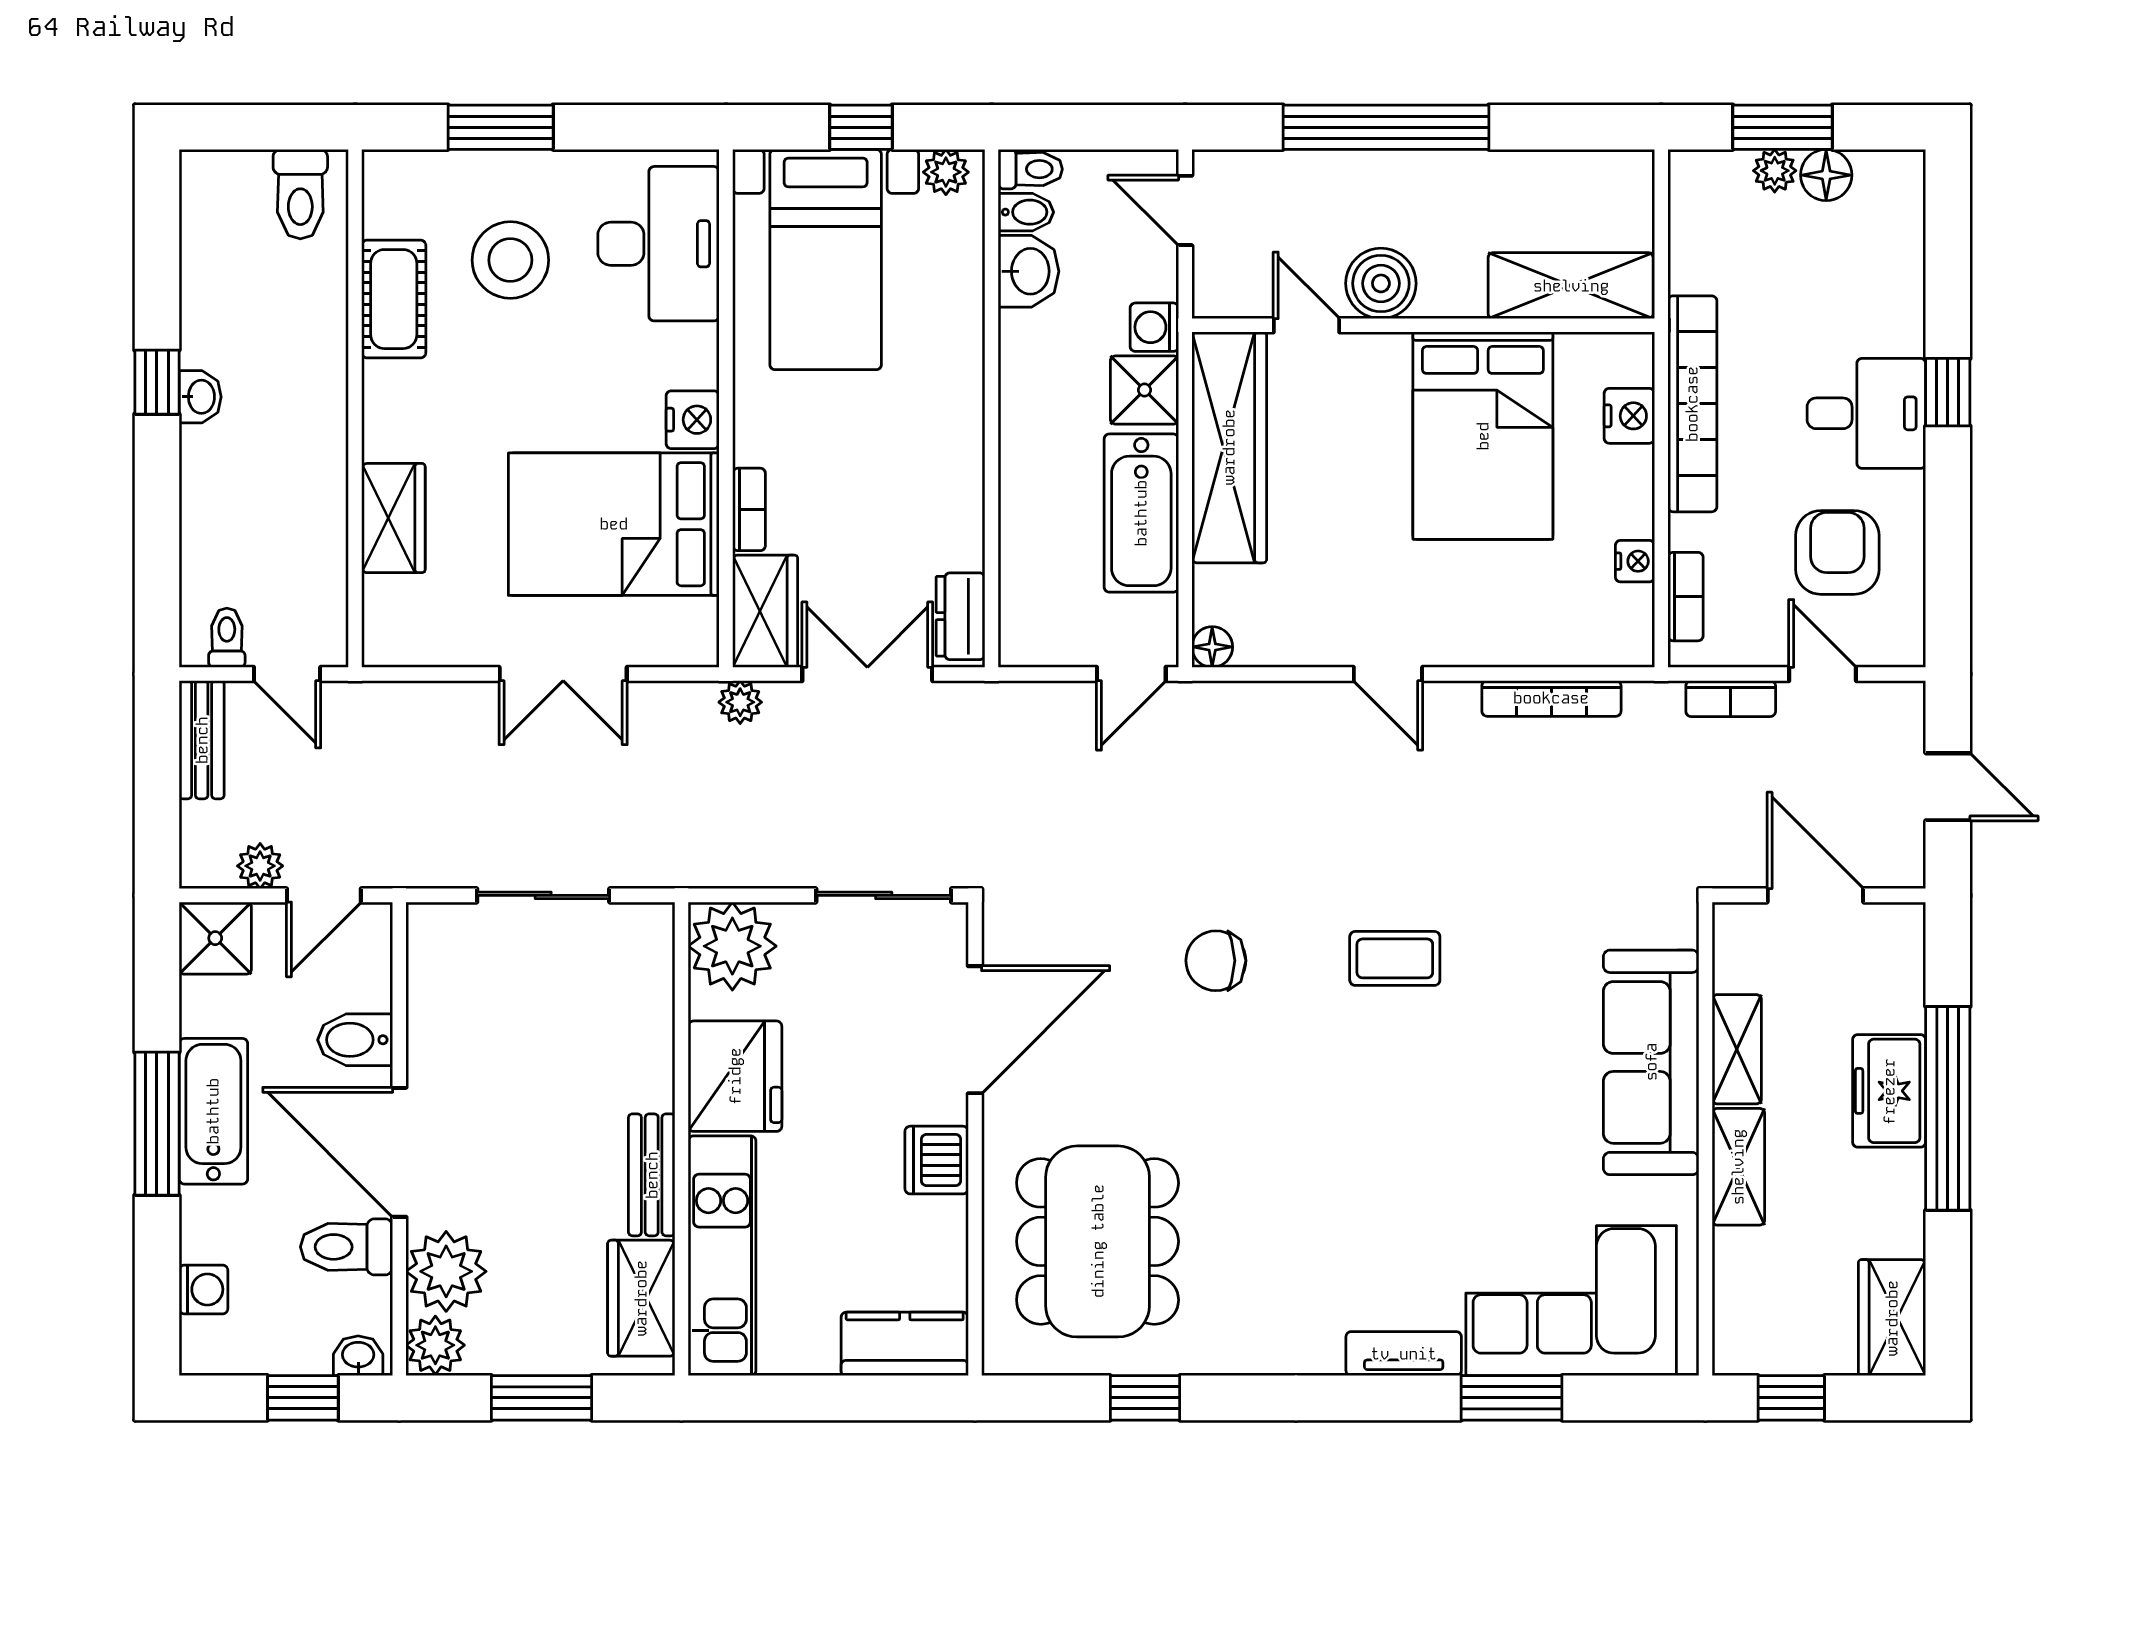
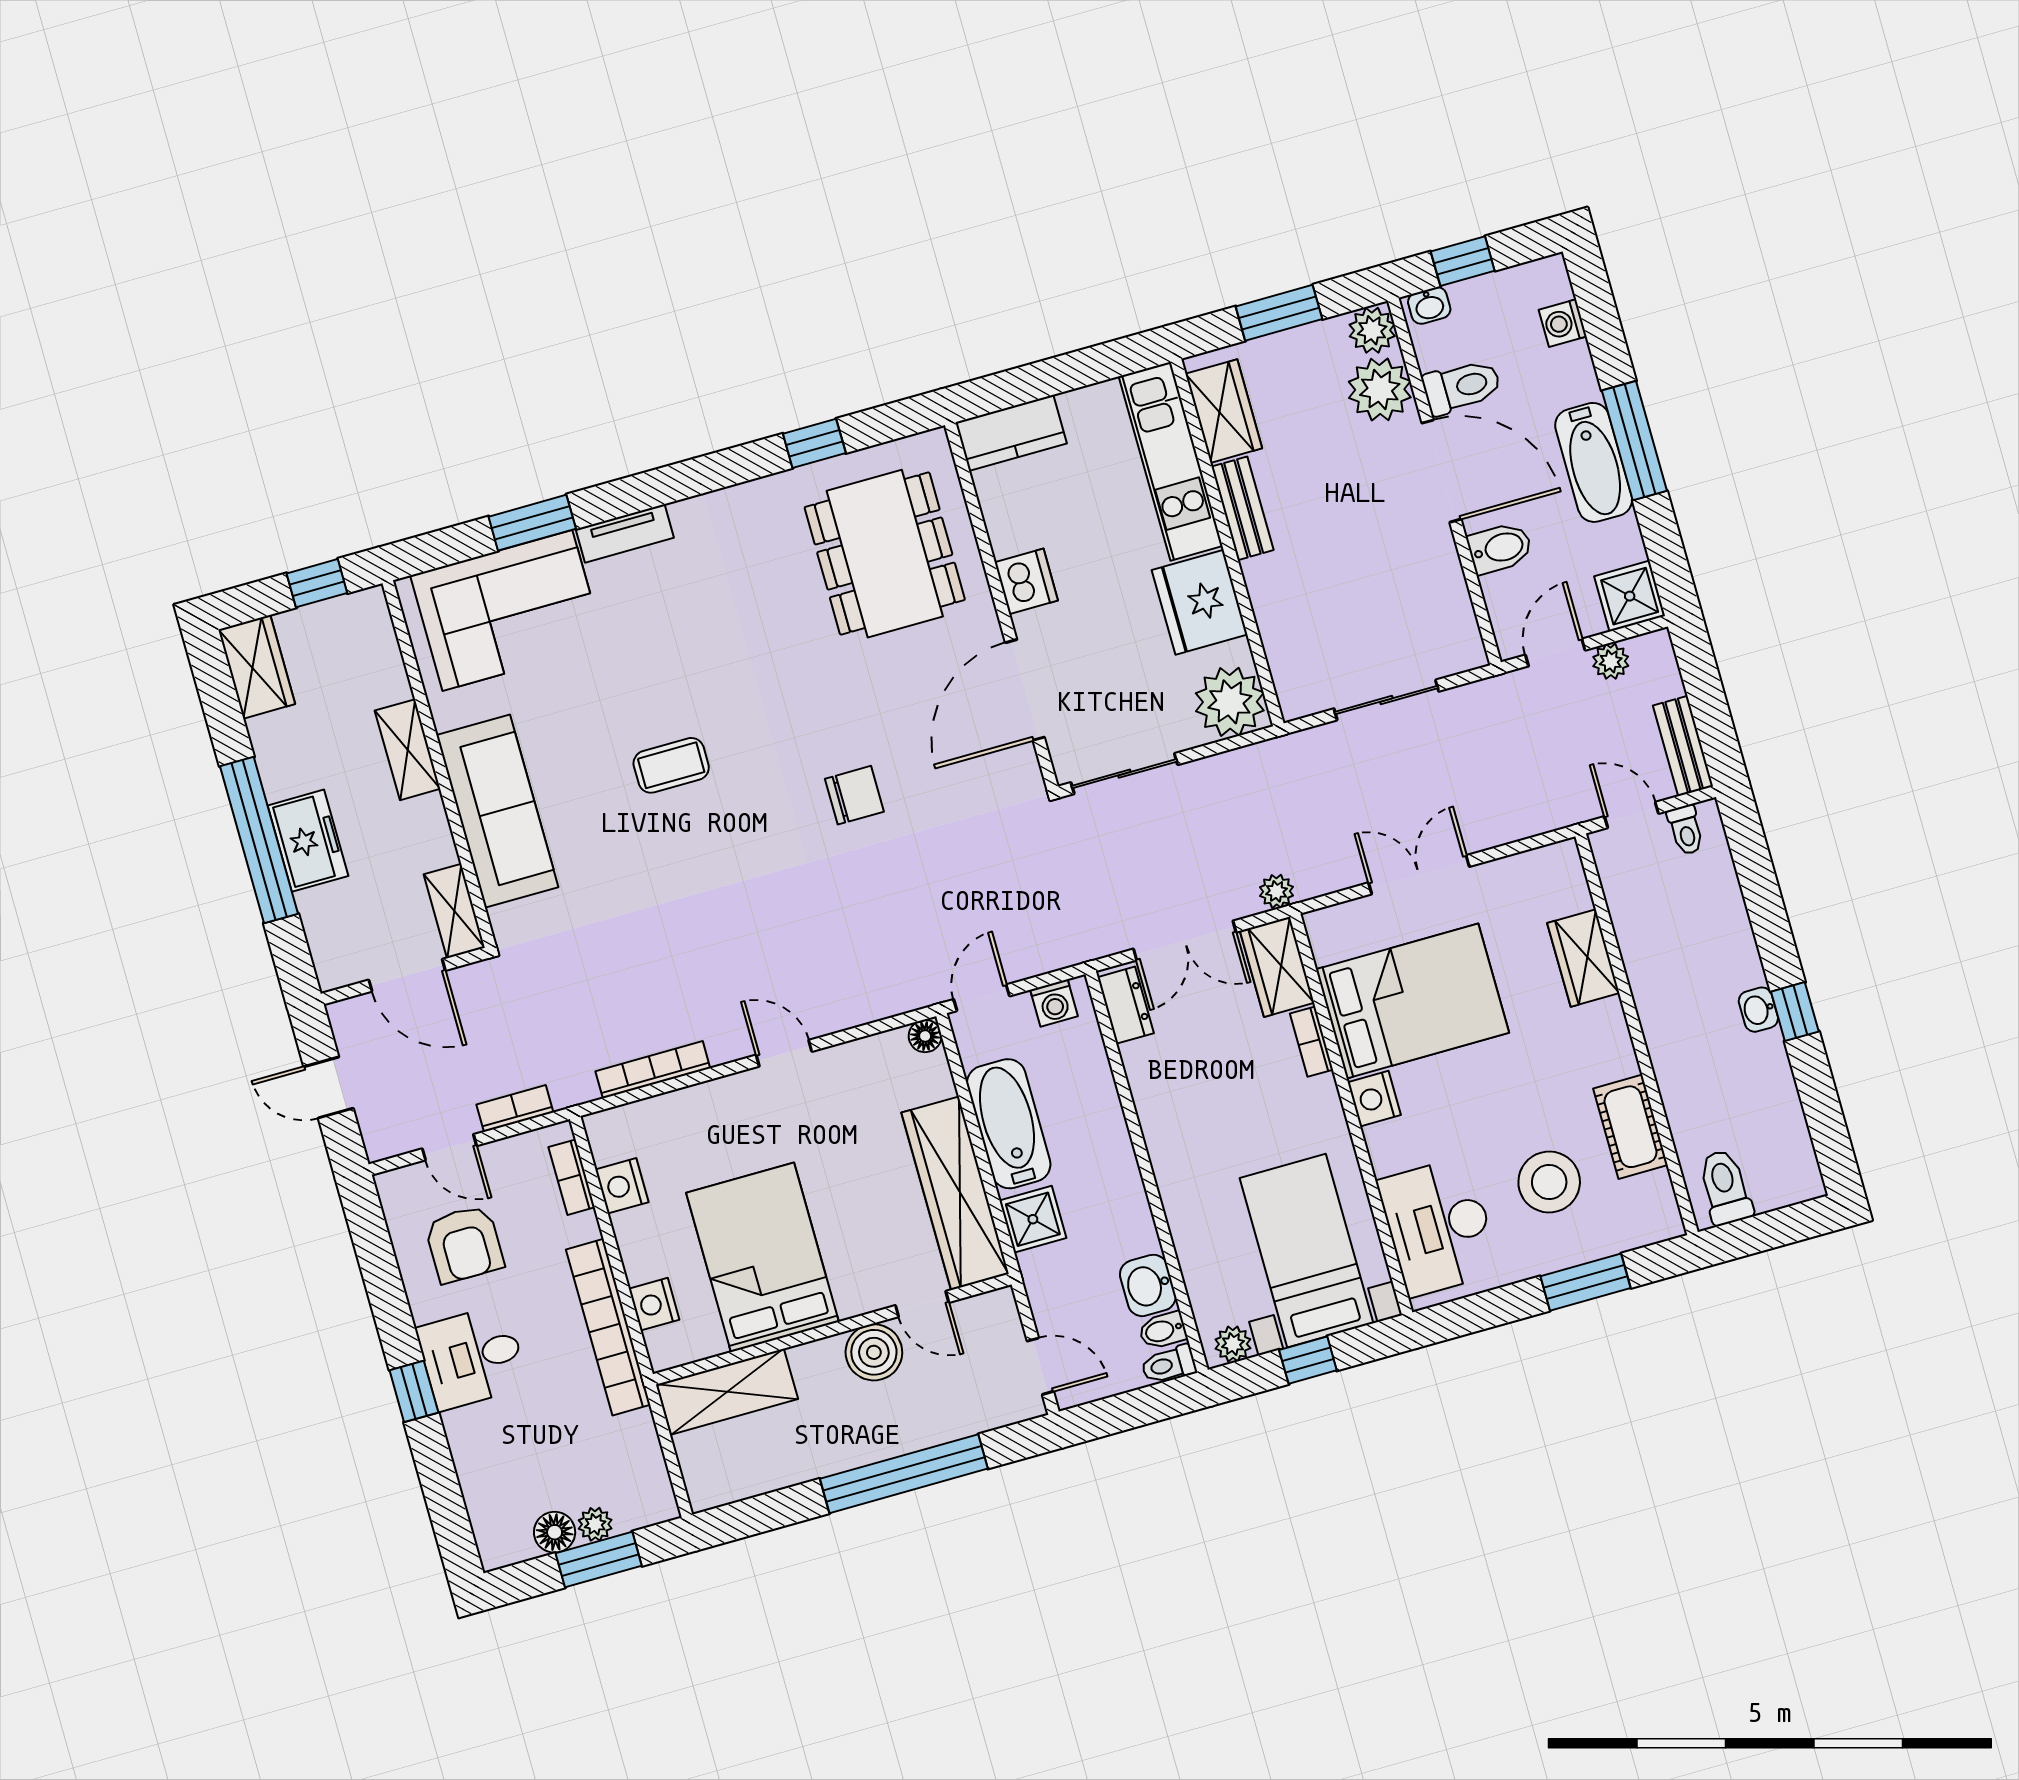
washing machine: (1154, 327) -> (1054, 1003), moved, turned 90
nightstand: (1635, 561) -> (622, 1186), width x1.39, depth x1.35
coffee table: (1395, 958) -> (671, 765), moved
shelving: (1737, 1049) -> (454, 911), moved

